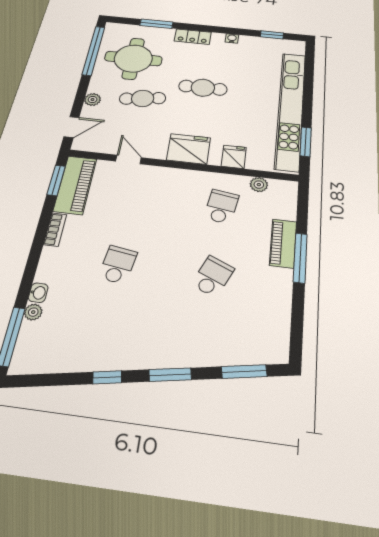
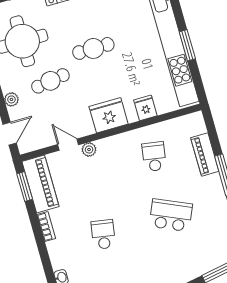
window: (306, 142) -> (187, 45), moved
plant: (259, 185) -> (89, 150), moved
piano: (283, 243) -> (205, 154), moved
school desk: (213, 276) -> (171, 215), width x1.85

